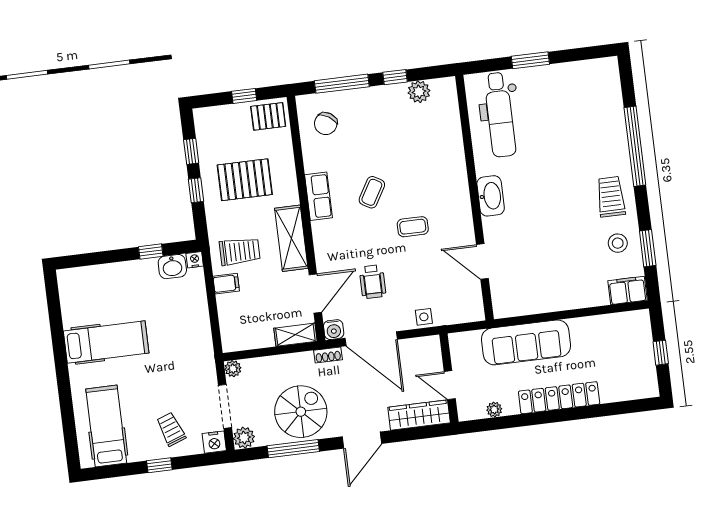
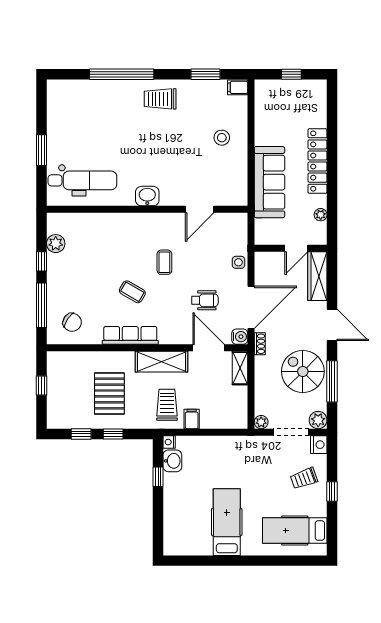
pallet: (268, 116) -> (61, 368), removed
row of seats: (319, 196) -> (130, 335), width x1.48
washbasin: (491, 196) -> (147, 196), width x0.72
stool: (618, 243) -> (222, 138), moved
filing cabinet: (627, 290) -> (238, 87), width x0.50

